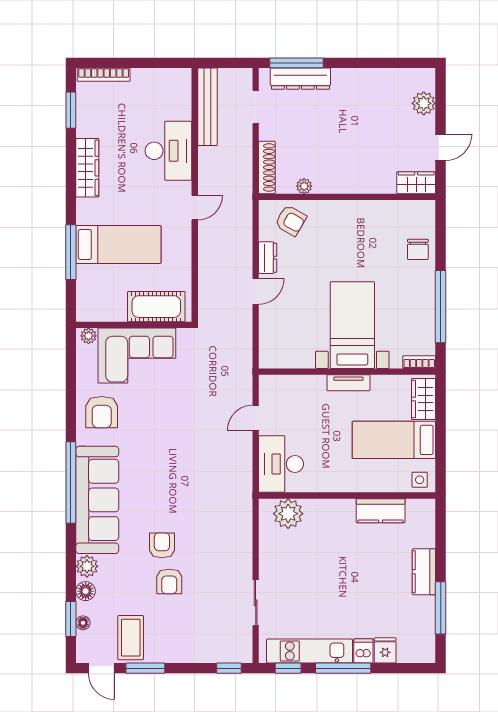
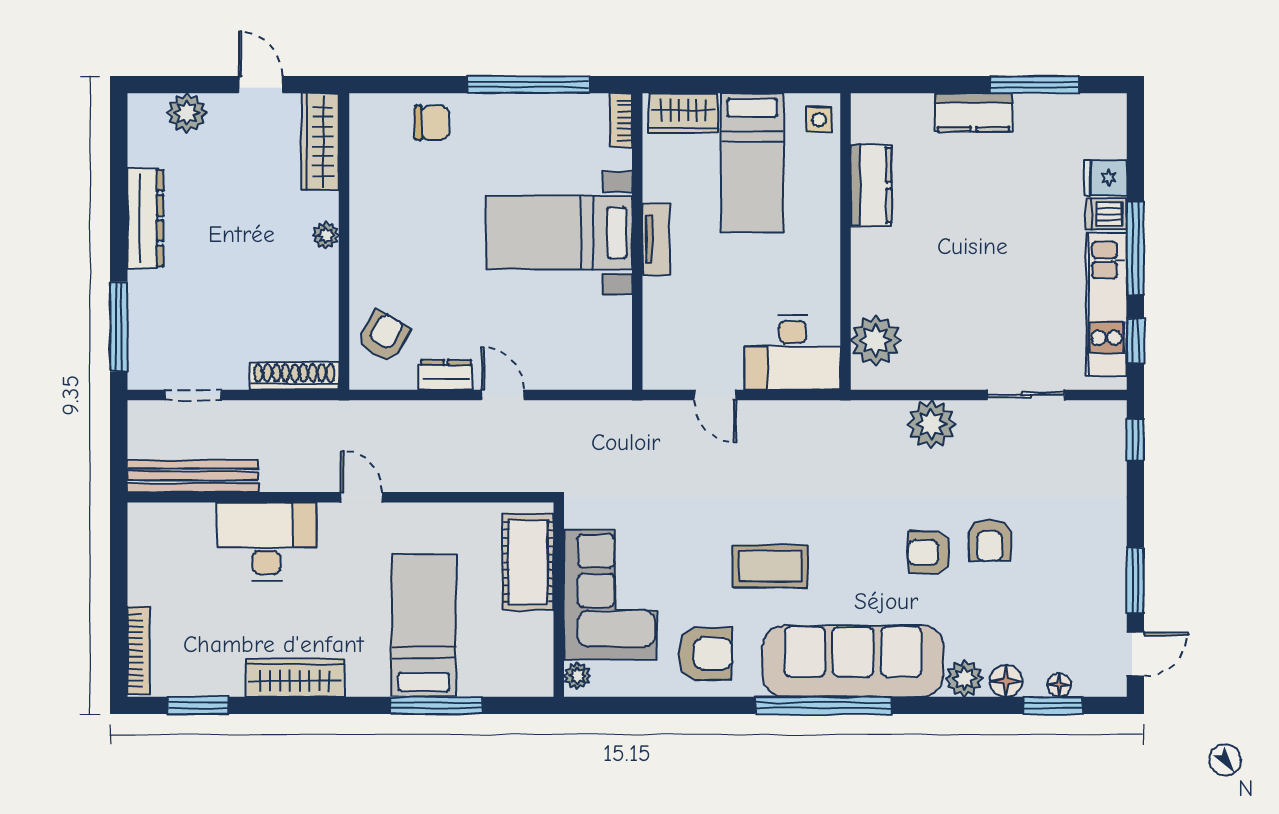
dresser: (300, 79) -> (145, 218), moved
wardrobe: (416, 183) -> (320, 142), width x1.50
plant: (304, 186) -> (326, 235), moved
plant: (238, 547) -> (931, 424), added
armchair: (169, 581) -> (990, 540), turned 90
coffee table: (131, 638) -> (770, 566), moved

